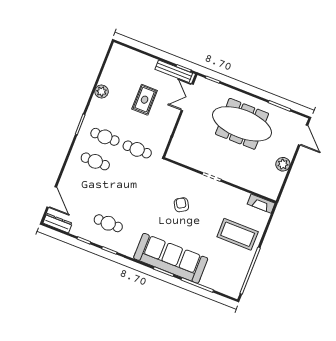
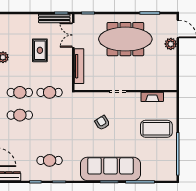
tv unit: (180, 133) -> (79, 66), added
plant: (283, 164) -> (171, 44), moved
fireplace: (261, 204) -> (152, 97), moved

